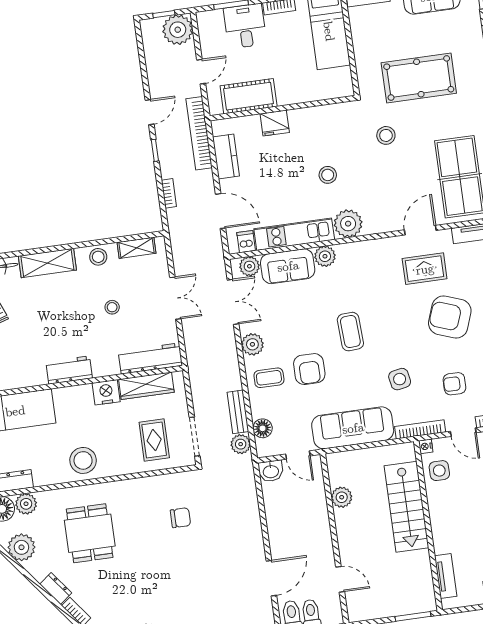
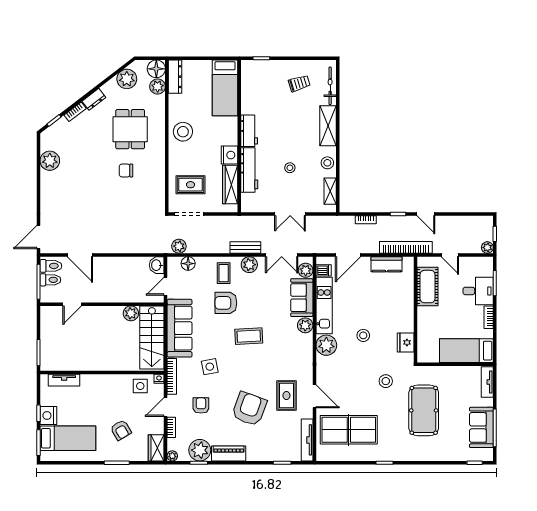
plant: (178, 30) -> (487, 247), width x0.53, depth x0.53
fridge: (275, 123) -> (406, 342), moved
workbench: (150, 359) -> (249, 170), moved
bench: (238, 412) -> (245, 248), moved
stairs: (407, 507) -> (152, 338), moved, turned -90
chair: (180, 518) -> (126, 171), moved, turned 90
dining table: (90, 533) -> (130, 129), turned 90

